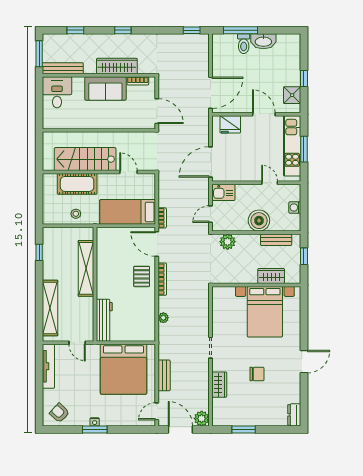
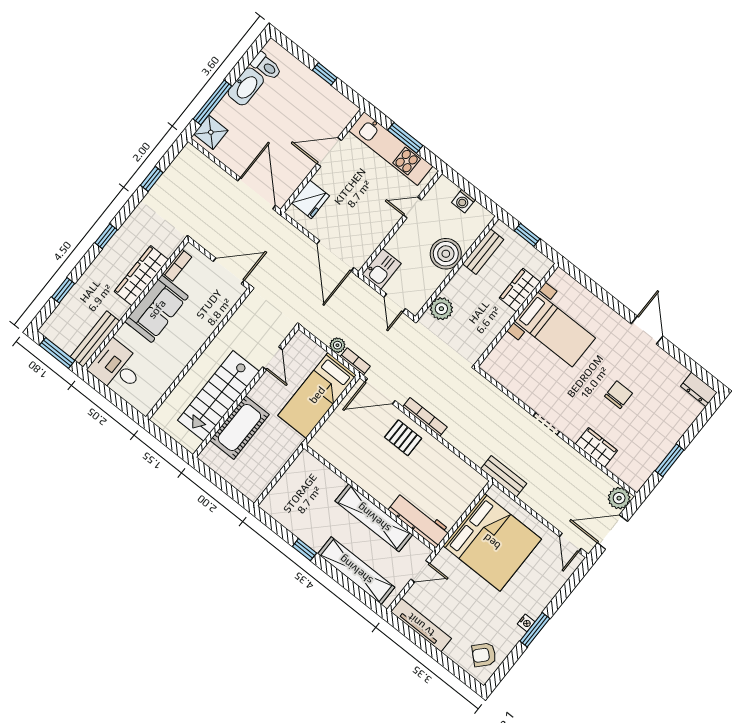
window: (192, 30) -> (152, 179), moved
toilet: (244, 44) -> (266, 66), moved
shower: (292, 95) -> (211, 132), moved
door: (129, 172) -> (273, 358), swing flipped
stool: (76, 214) -> (272, 456), removed
window: (39, 252) -> (304, 550), moved
shelving: (86, 268) -> (374, 518), moved
bed with nightstands: (265, 312) -> (555, 330), width x0.73
plant: (163, 318) -> (337, 345), moved
bench: (164, 375) -> (504, 476), moved

